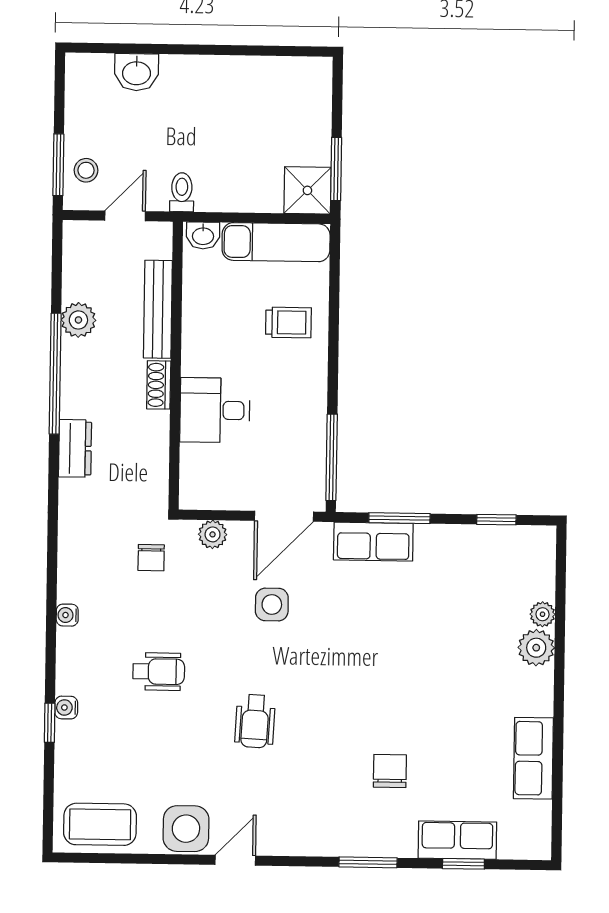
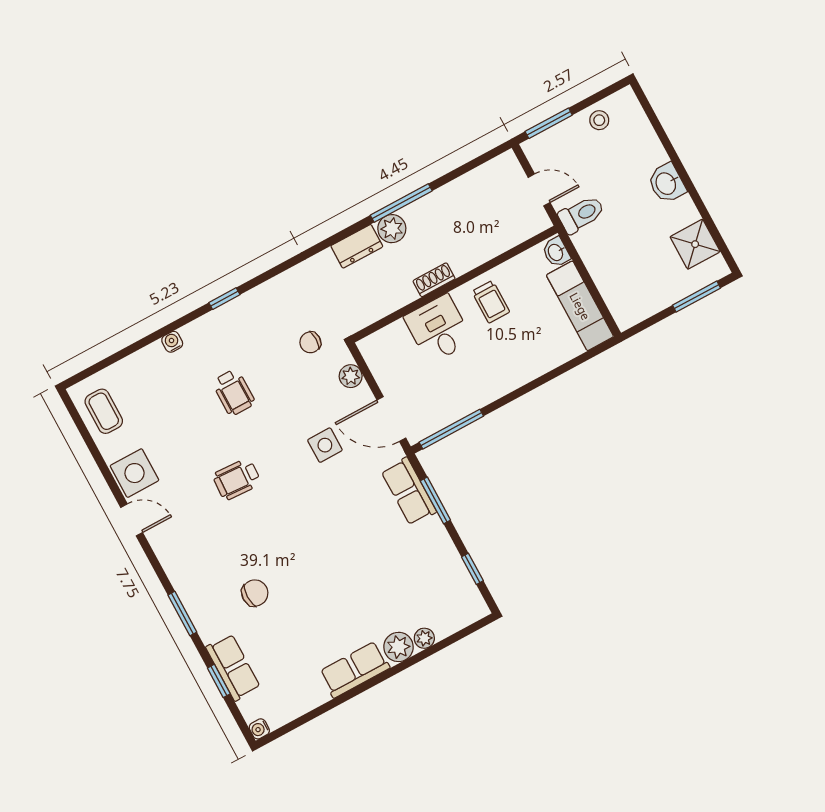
washbasin: (137, 72) -> (667, 183), moved
window: (336, 169) -> (696, 297), moved
stool: (86, 170) -> (599, 120), moved
shower: (307, 190) -> (695, 244), moved
toilet: (182, 192) -> (581, 214), width x1.37, depth x1.39
bench: (158, 309) -> (487, 250), removed
plant: (78, 320) -> (392, 229), moved
trolley: (288, 322) -> (491, 302), moved
window: (55, 374) -> (401, 203), width x0.68
water cooler: (67, 615) -> (259, 729), moved, turned -90
window: (50, 723) -> (224, 299), moved
row of seats: (533, 758) -> (355, 670), moved
coffee table: (100, 824) -> (104, 411), width x0.73, depth x0.77

